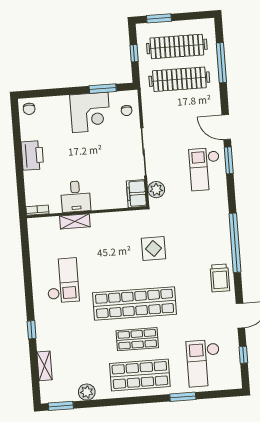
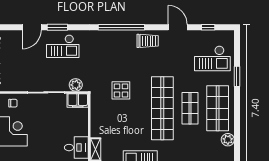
plant: (87, 392) -> (228, 140), moved

